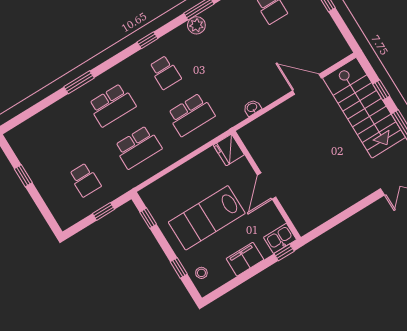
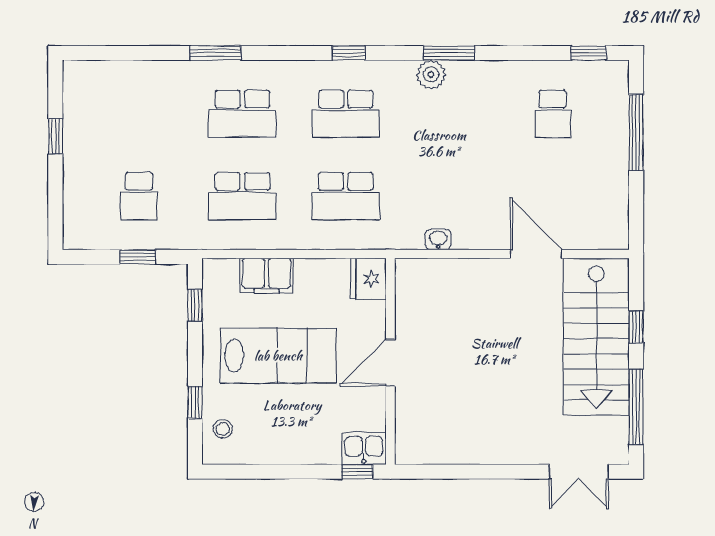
school desk: (165, 72) -> (346, 114), width x1.85
lab bench: (207, 218) -> (278, 356), turned 180
filing cabinet: (245, 259) -> (266, 276), moved, turned 180

